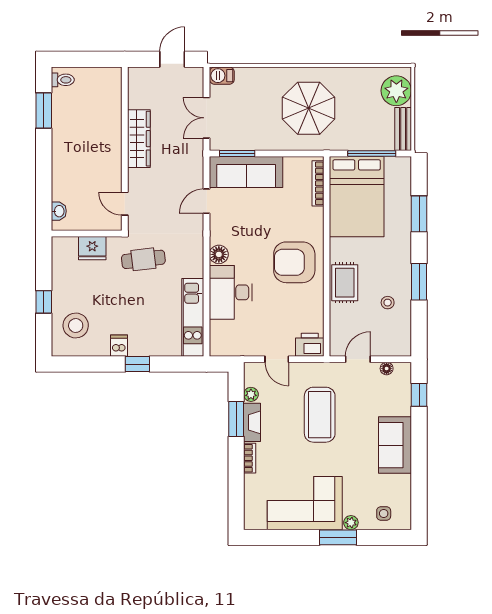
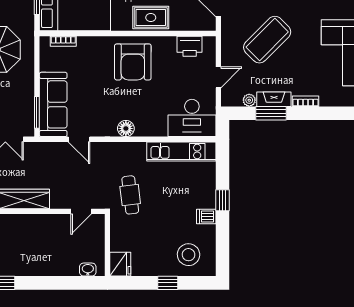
bookcase: (318, 183) -> (63, 41), width x0.64
fridge: (92, 248) -> (120, 264), moved
desk: (231, 292) -> (192, 118), moved
printer: (310, 345) -> (190, 46), moved, turned -90
coffee table: (320, 415) -> (267, 40), turned -45

